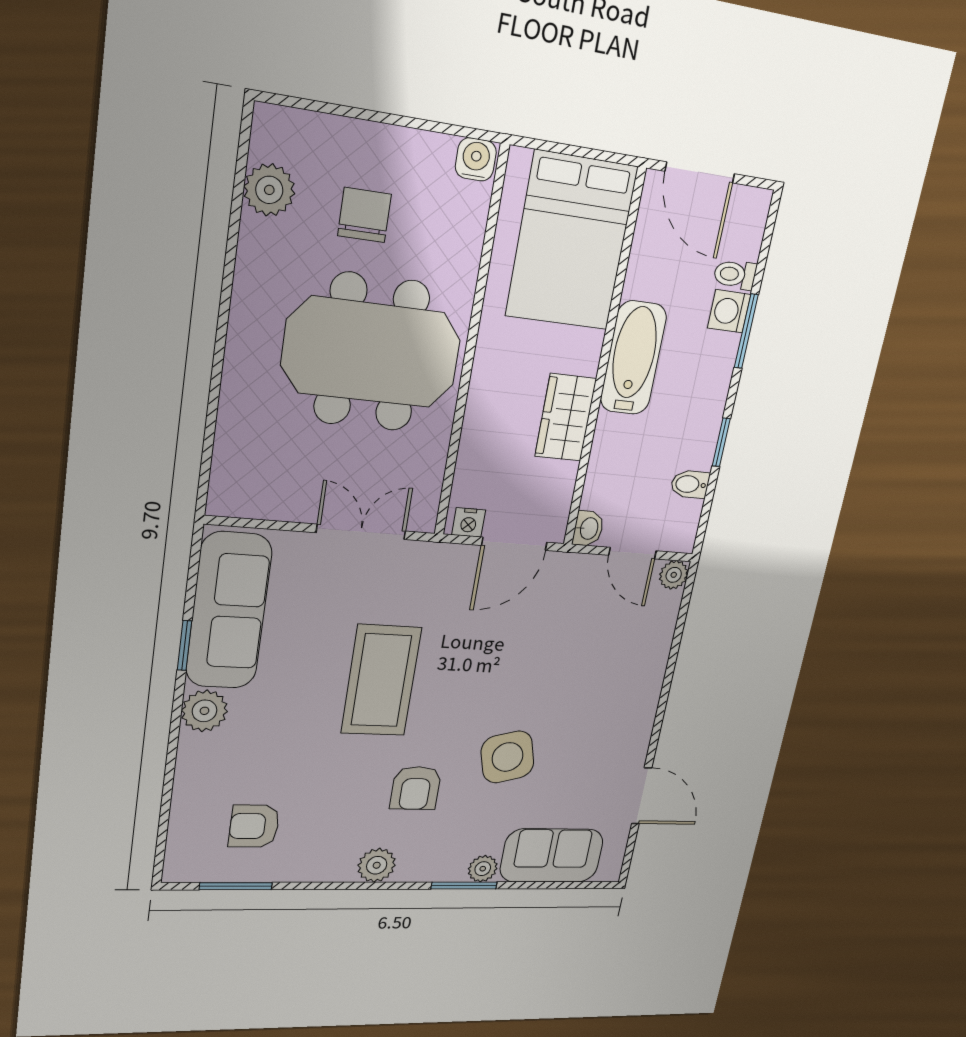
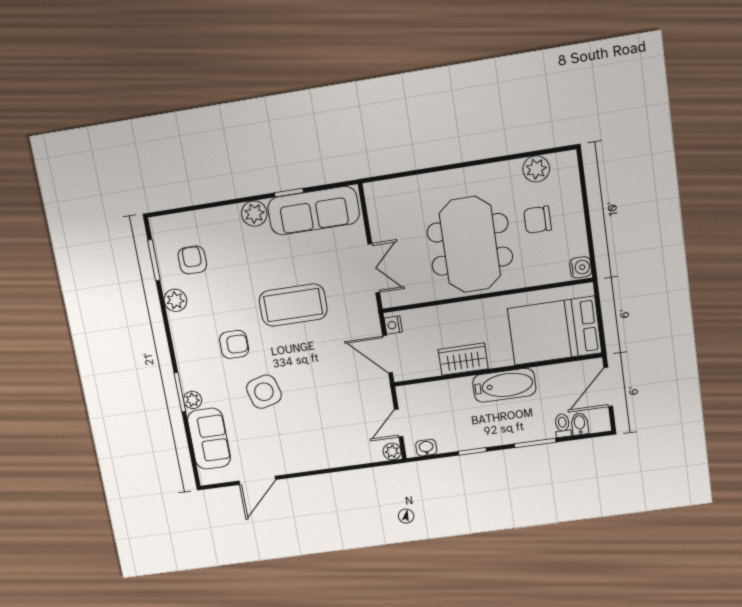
chair: (365, 215) -> (537, 220), turned 180
washing machine: (729, 311) -> (543, 429), removed
bidet: (690, 484) -> (580, 424), moved
washbasin: (588, 528) -> (426, 448), moved, turned 180
armchair: (416, 788) -> (234, 344), turned 180
plant: (377, 865) -> (175, 300), moved

